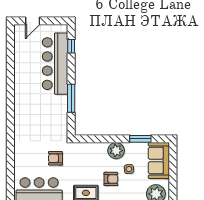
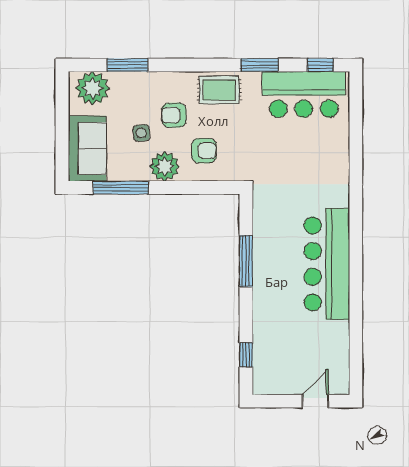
bar counter: (55, 64) -> (327, 264), moved, turned 180
window: (140, 139) -> (121, 188), width x1.44
armchair: (55, 158) -> (204, 151), moved

